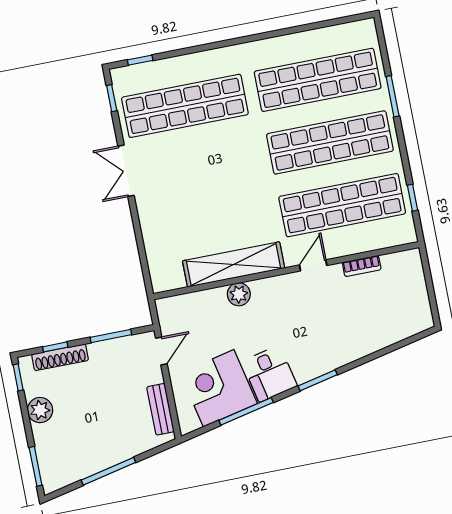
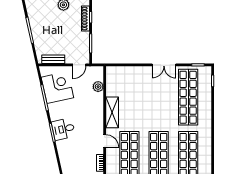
double door: (126, 171) -> (164, 65), swing flipped
shelving: (234, 265) -> (112, 112), width x0.68
plant: (239, 294) -> (98, 87), moved
door: (161, 351) -> (79, 65), hinge flipped
desk: (269, 374) -> (63, 129), moved

